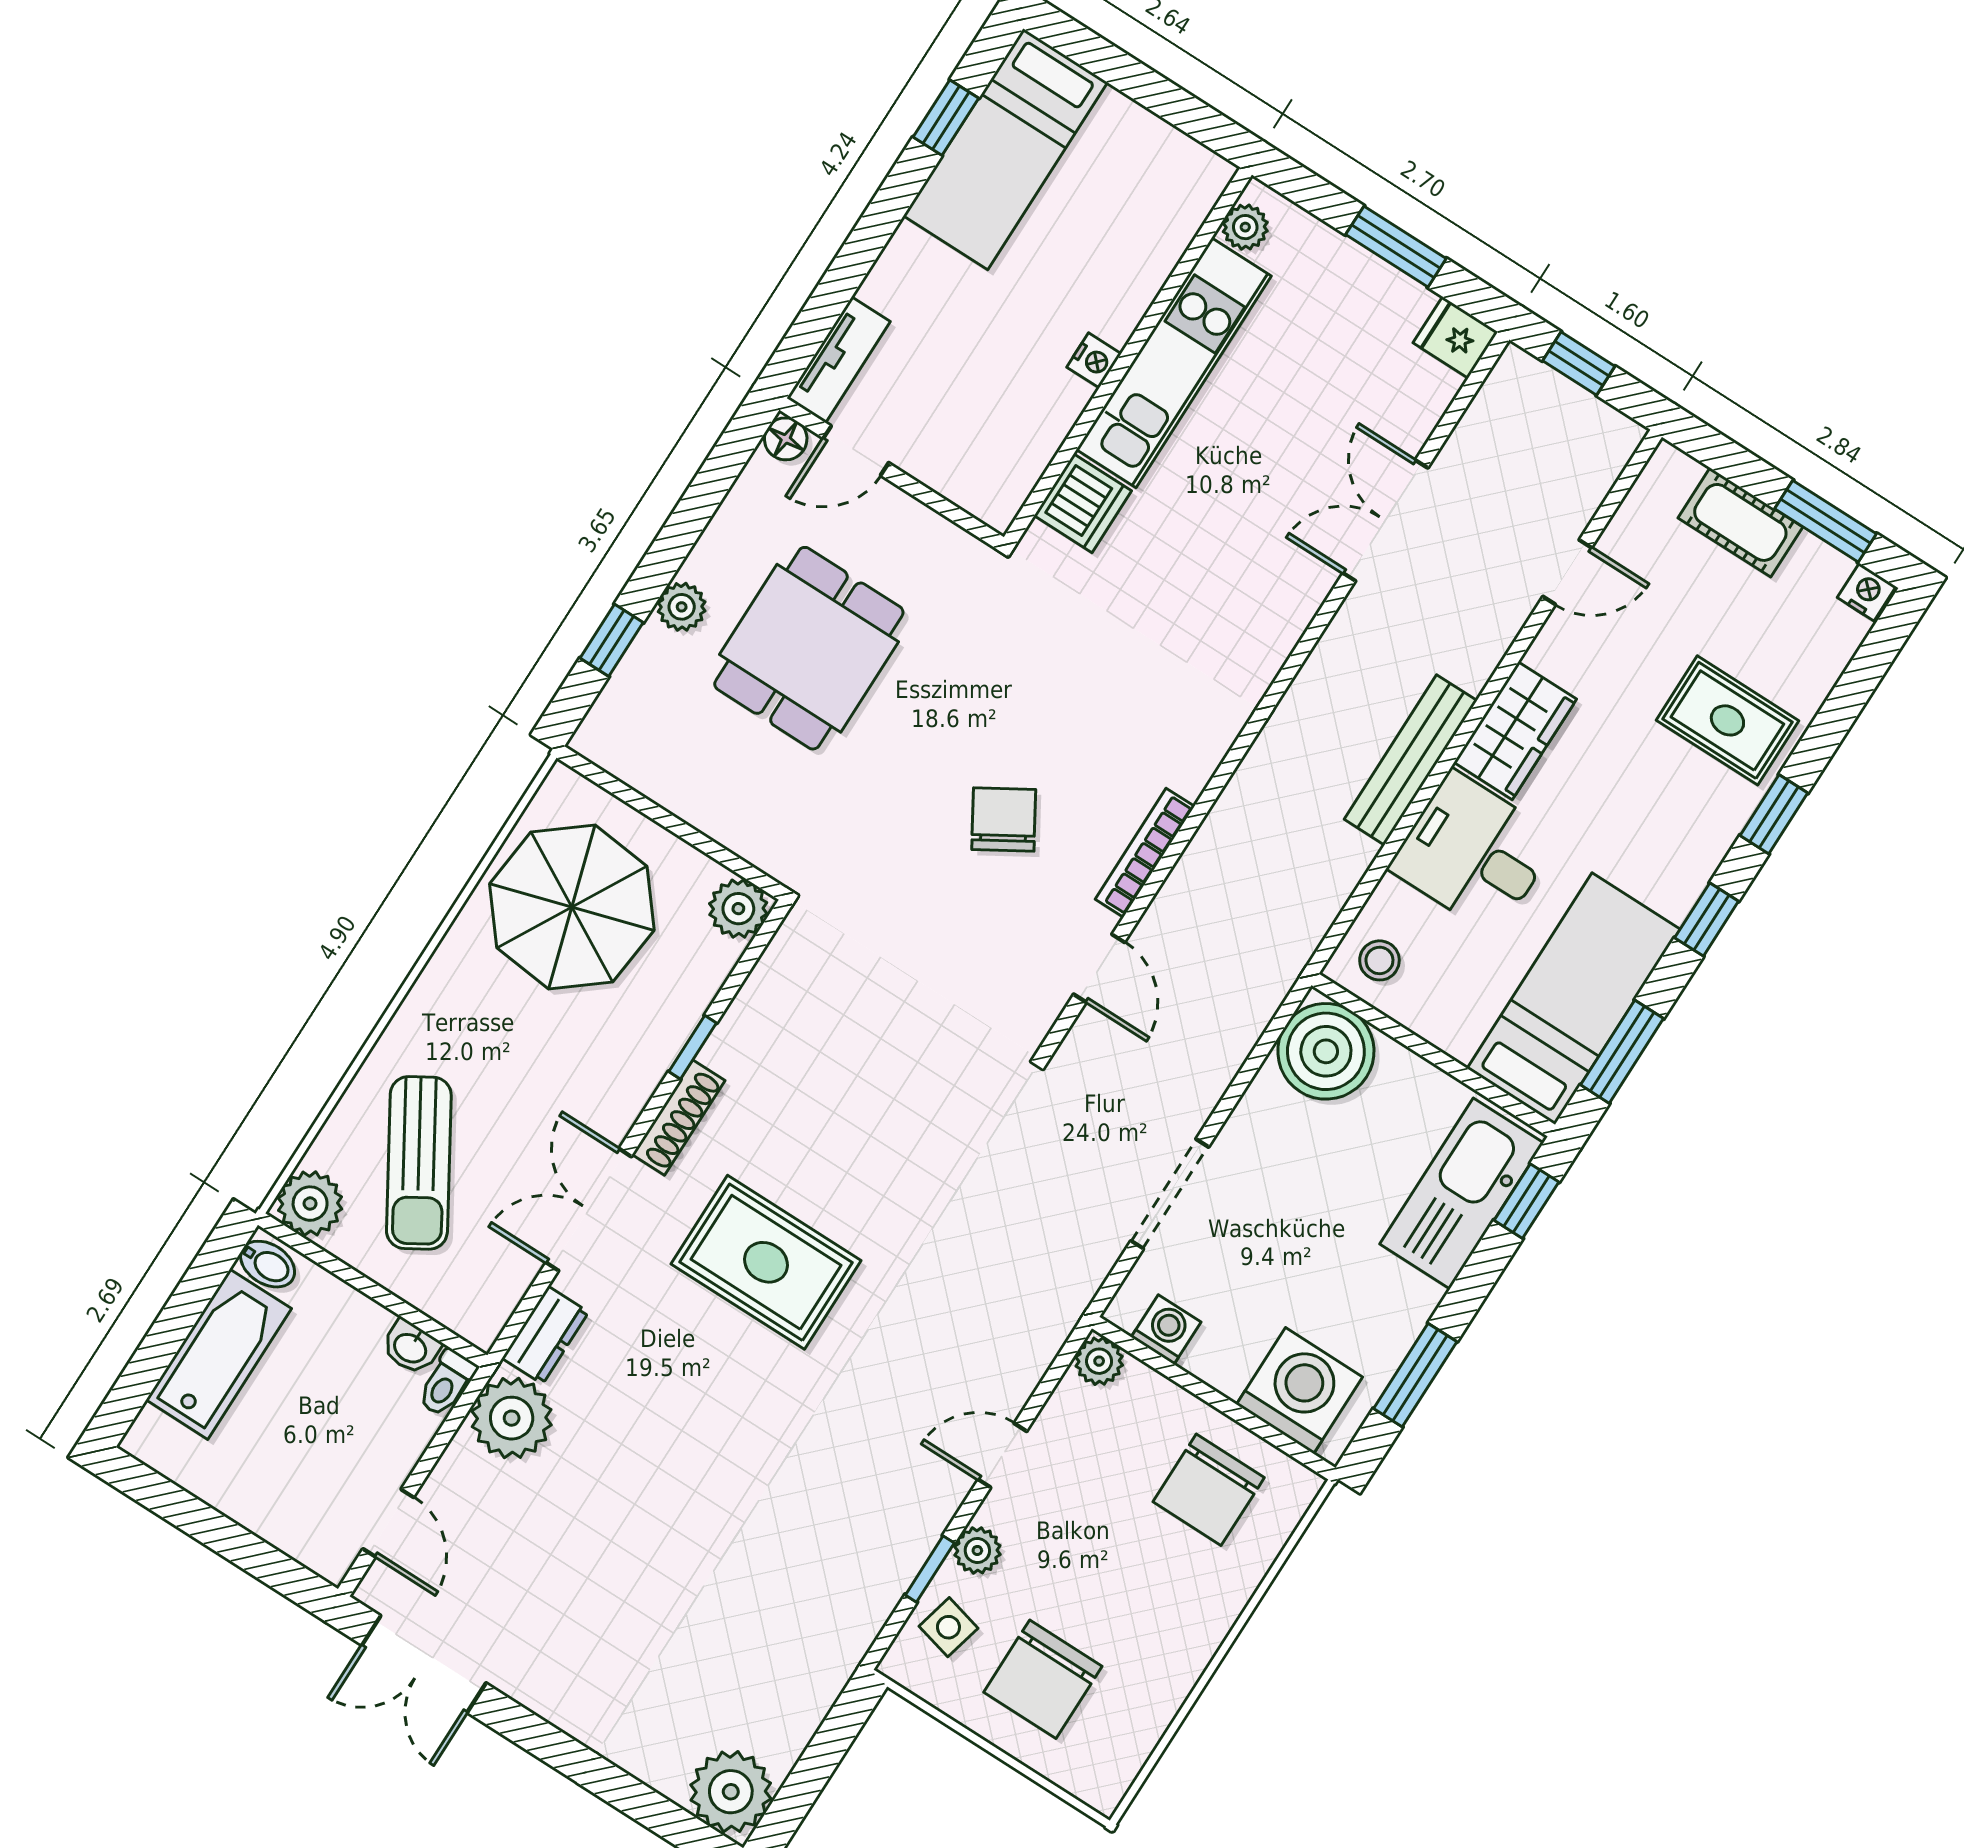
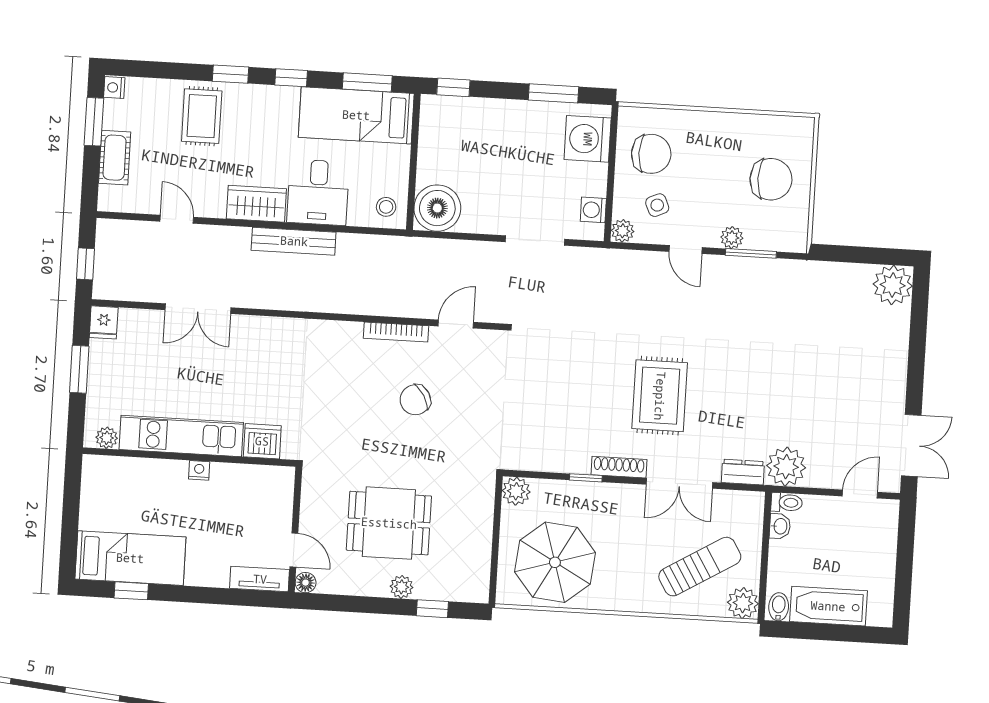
kitchen sink: (1462, 1193) -> (465, 117), removed
window: (930, 1569) -> (751, 253), width x1.50
side table: (948, 1627) -> (657, 205), moved, turned -38

